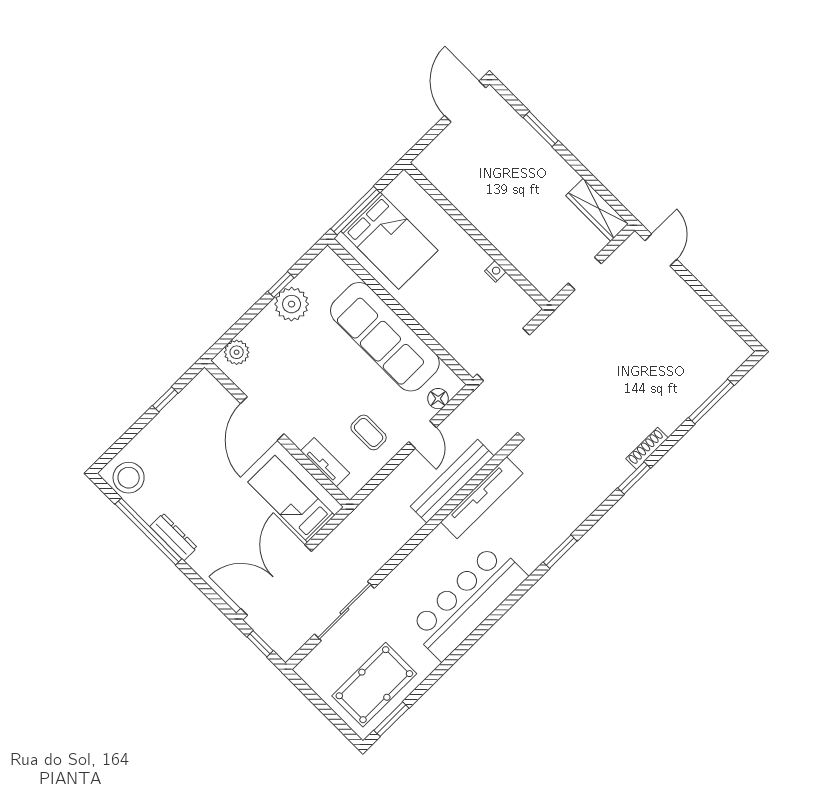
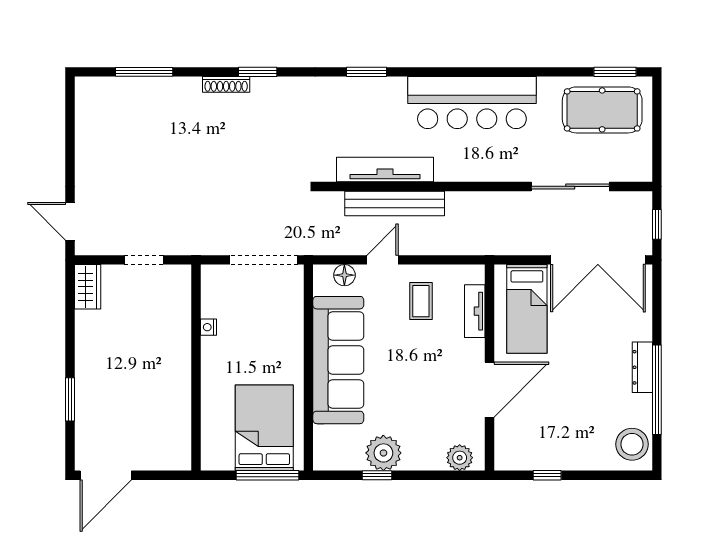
wardrobe: (597, 210) -> (88, 287), width x0.67
door: (661, 250) -> (70, 221), hinge flipped

